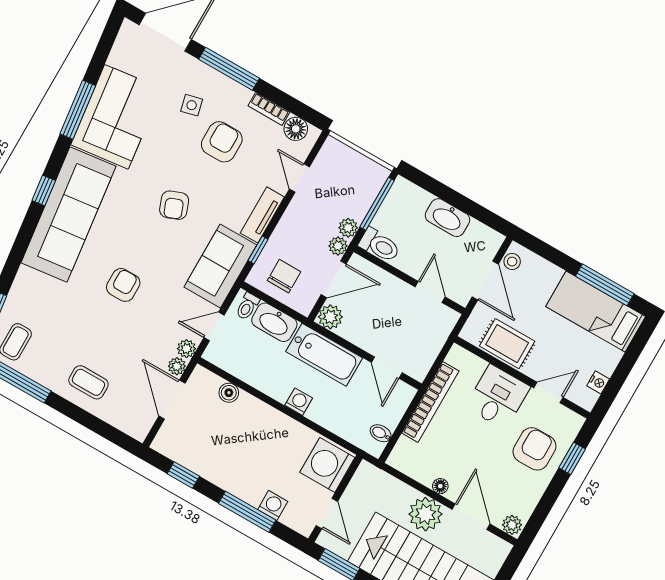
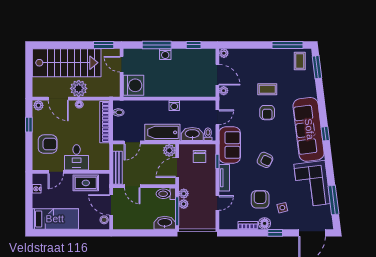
window: (229, 69) -> (275, 233), width x0.46
window: (78, 110) -> (333, 200), moved
floor lamp: (296, 129) -> (265, 223), moved
armchair: (222, 142) -> (260, 199), turned 180
door: (299, 178) -> (217, 203), hinge flipped
armchair: (174, 205) -> (265, 160), turned 137
washbasin: (447, 218) -> (165, 223), moved
plant: (338, 246) -> (184, 204), moved
window: (605, 285) -> (58, 233), removed
bench: (437, 338) -> (117, 168), added
plant: (187, 349) -> (224, 53), moved
door: (387, 368) -> (132, 142), swing flipped
coffee table: (88, 382) -> (267, 89), moved
boiler: (229, 393) -> (194, 92), removed
washing machine: (299, 402) -> (174, 106), moved
bookcase: (430, 402) -> (105, 122), moved
armchair: (534, 449) -> (48, 144), turned -90
window: (572, 458) -> (29, 125), moved
washing machine: (273, 505) -> (165, 54), moved

